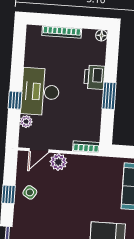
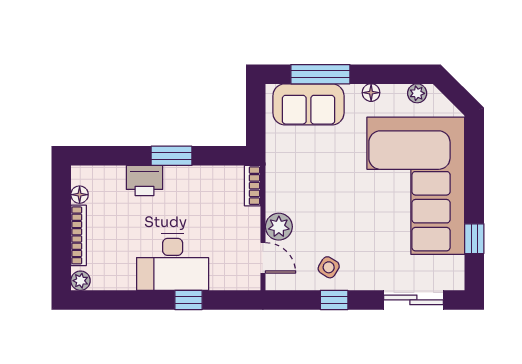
floor lamp: (101, 35) -> (80, 195), moved
plant: (26, 122) -> (80, 281), moved

